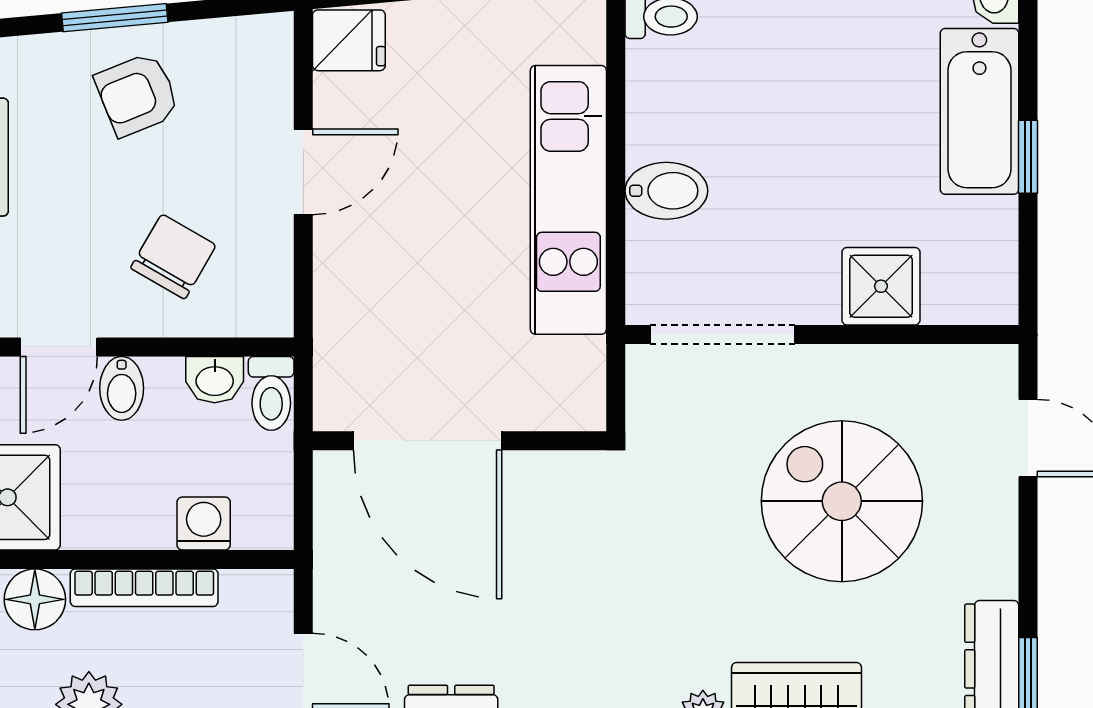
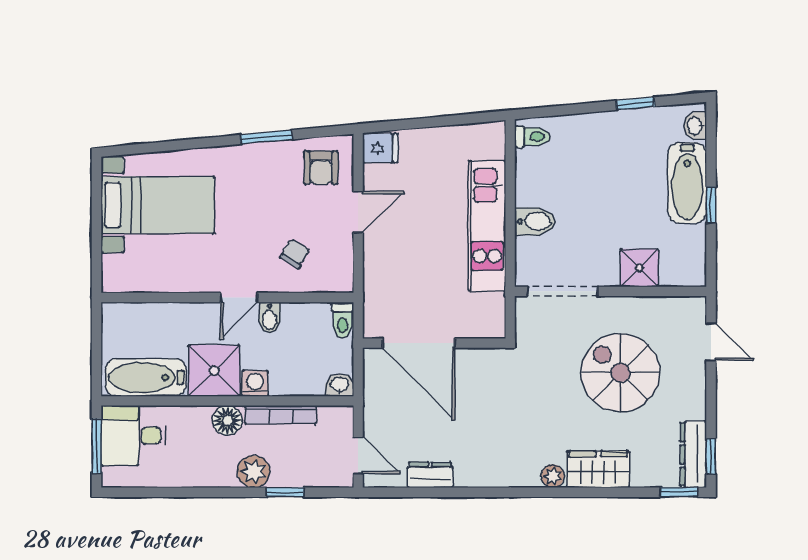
armchair: (137, 95) -> (321, 168), moved, turned -68
chair: (173, 257) -> (295, 253), width x0.73, depth x0.73
washbasin: (215, 380) -> (339, 385), moved, turned 180
washing machine: (204, 524) -> (255, 383), moved

